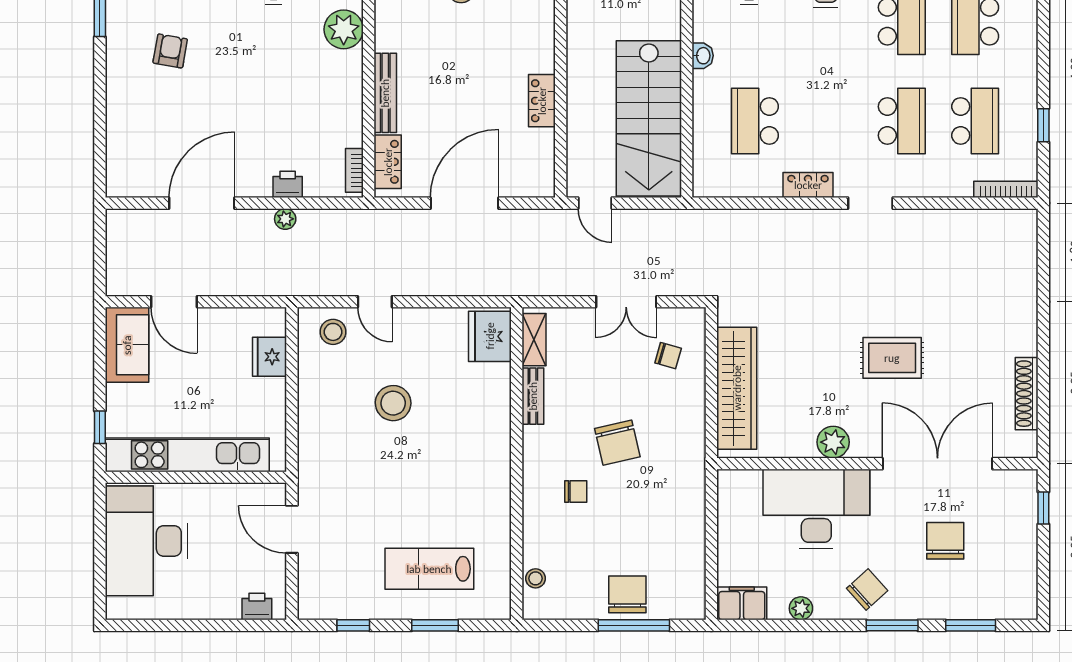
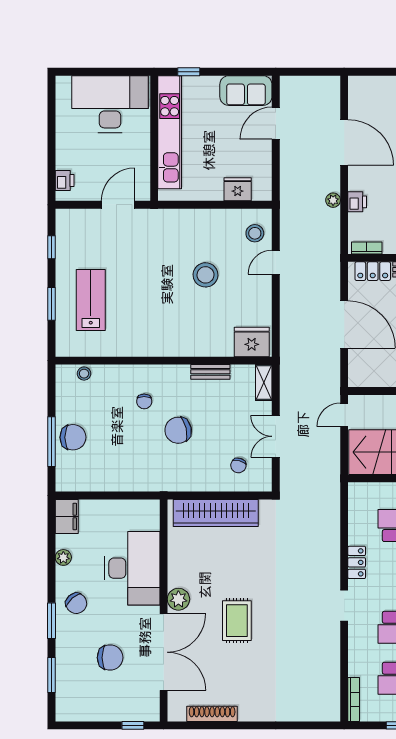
shelving: (534, 340) -> (264, 383), moved, turned 90
plant: (833, 442) -> (178, 599), moved

